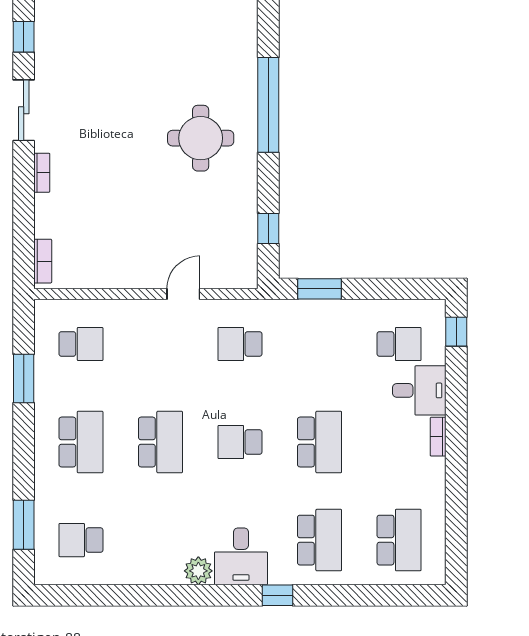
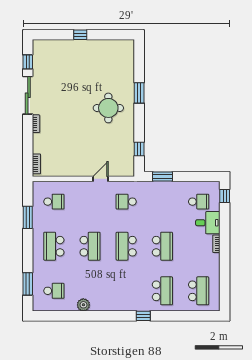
window: (268, 105) -> (139, 93), width x0.47
sliding door: (24, 110) -> (28, 95), width x1.37
school desk: (81, 442) -> (54, 246), turned 180
school desk: (240, 442) -> (126, 246), width x1.85
school desk: (81, 540) -> (54, 291), turned 180
desk: (241, 556) -> (127, 298), removed
plant: (198, 571) -> (83, 305), moved

